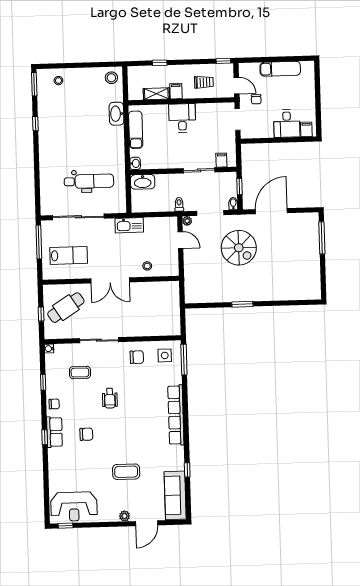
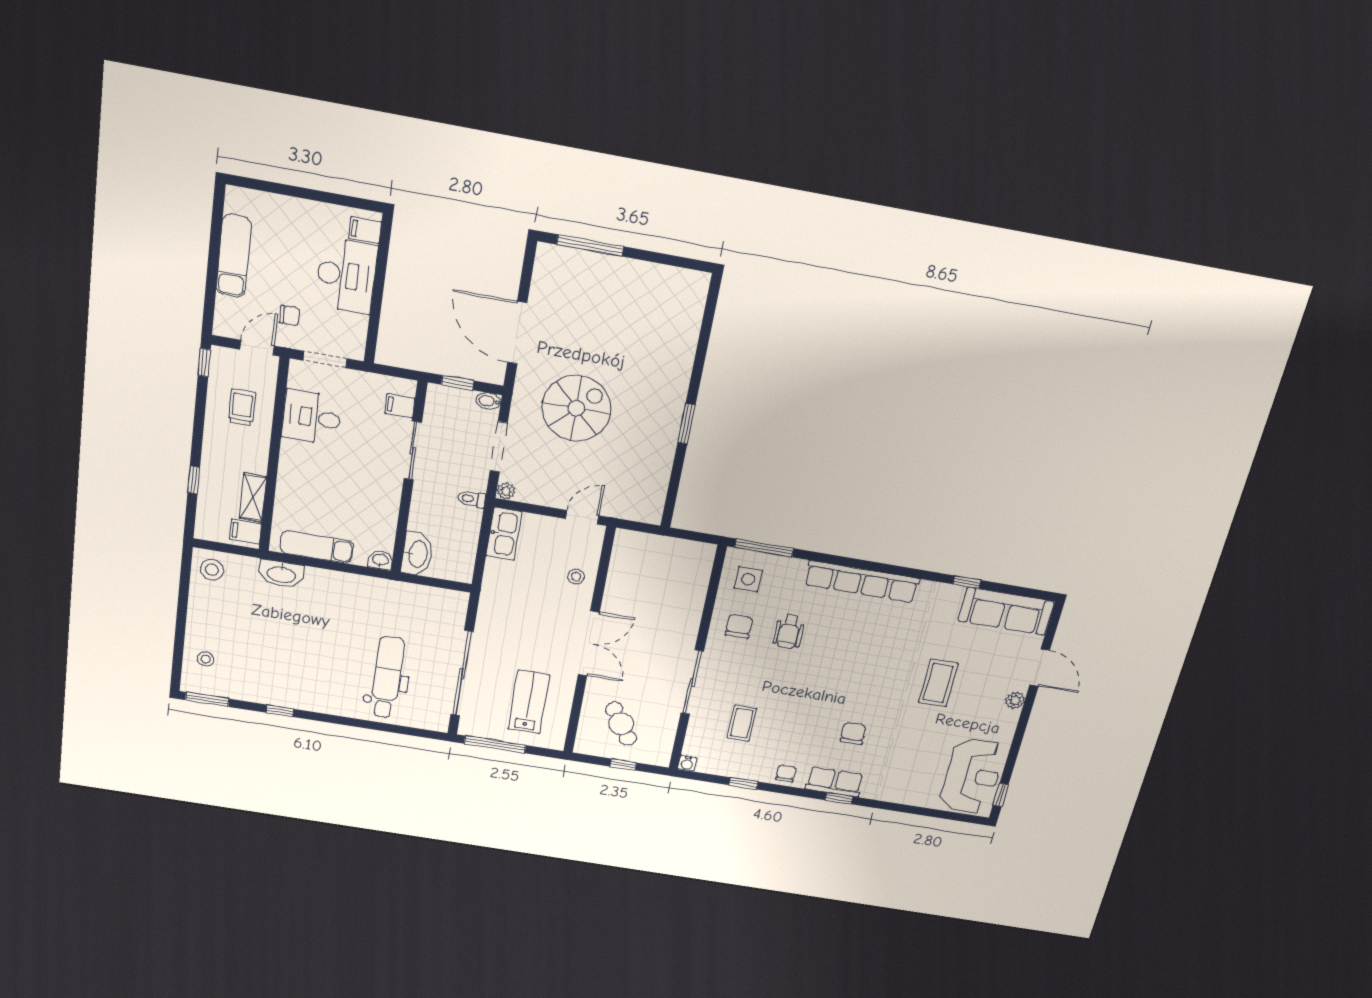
filing cabinet: (176, 91) -> (246, 532), moved
desk: (182, 118) -> (312, 417), moved
desk: (287, 124) -> (346, 276), width x1.37
dental chair: (89, 181) -> (387, 677), moved
kitchen sink: (129, 225) -> (504, 534), moved
door: (180, 240) -> (582, 517), moved
cafe table: (66, 308) -> (621, 724), width x0.73, depth x0.74
wheelchair: (110, 398) -> (789, 631), moved, turned 90

